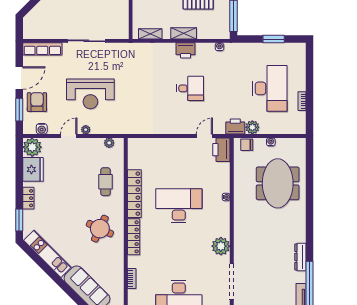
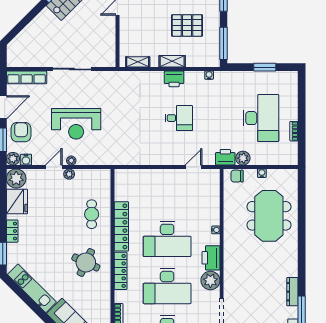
plant: (29, 128) -> (13, 159), added
plant: (109, 143) -> (69, 174), moved
printer: (221, 150) -> (211, 258), moved
desk: (179, 206) -> (167, 239), turned 180
desk: (179, 252) -> (167, 286), added

